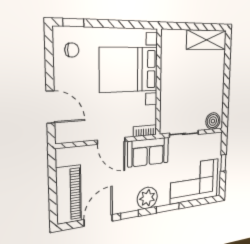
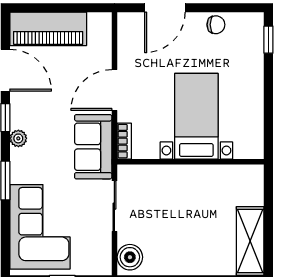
chair: (72, 50) -> (216, 25), moved, turned -90
bed with nightstands: (129, 70) -> (196, 116), width x0.73
plant: (147, 198) -> (18, 138), width x0.53, depth x0.53

